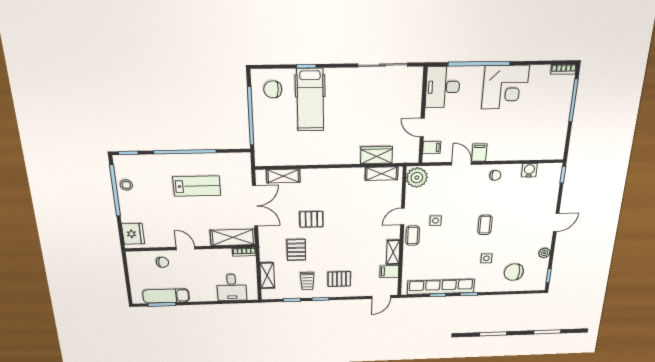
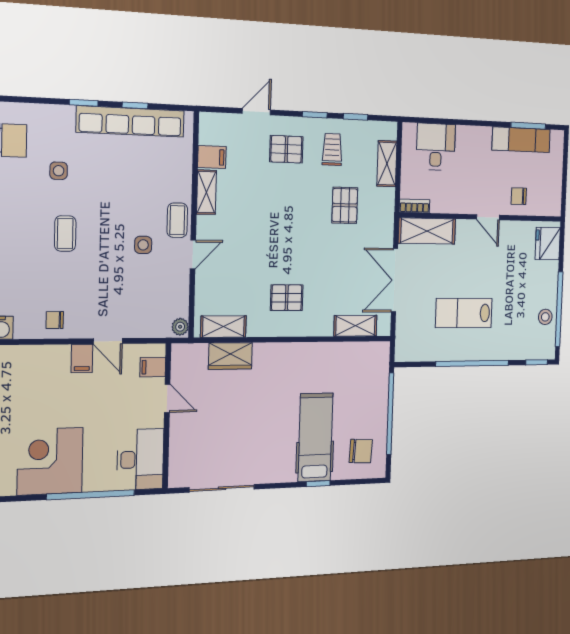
plant: (417, 178) -> (180, 327), width x0.53, depth x0.53
pallet: (311, 219) -> (287, 298), moved
door: (381, 297) -> (256, 112), moved

